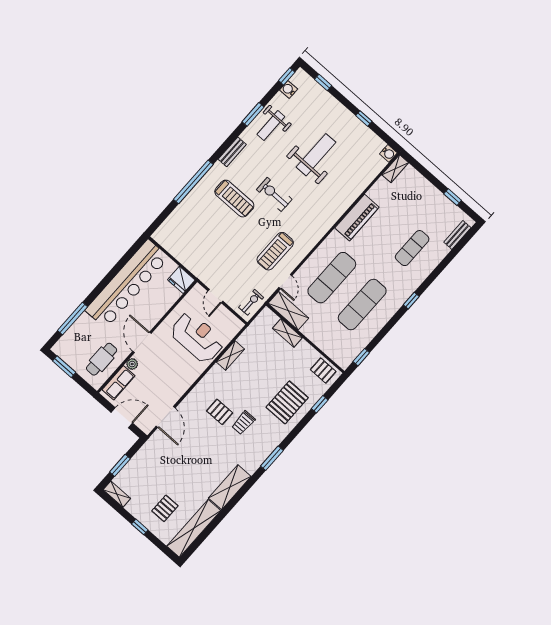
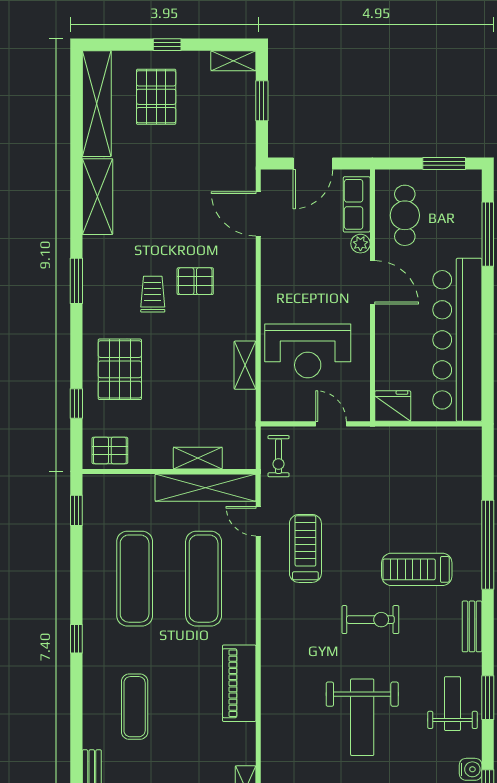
shelving: (288, 311) -> (206, 488), width x1.47
pallet: (165, 508) -> (156, 97), width x1.50, depth x1.42

